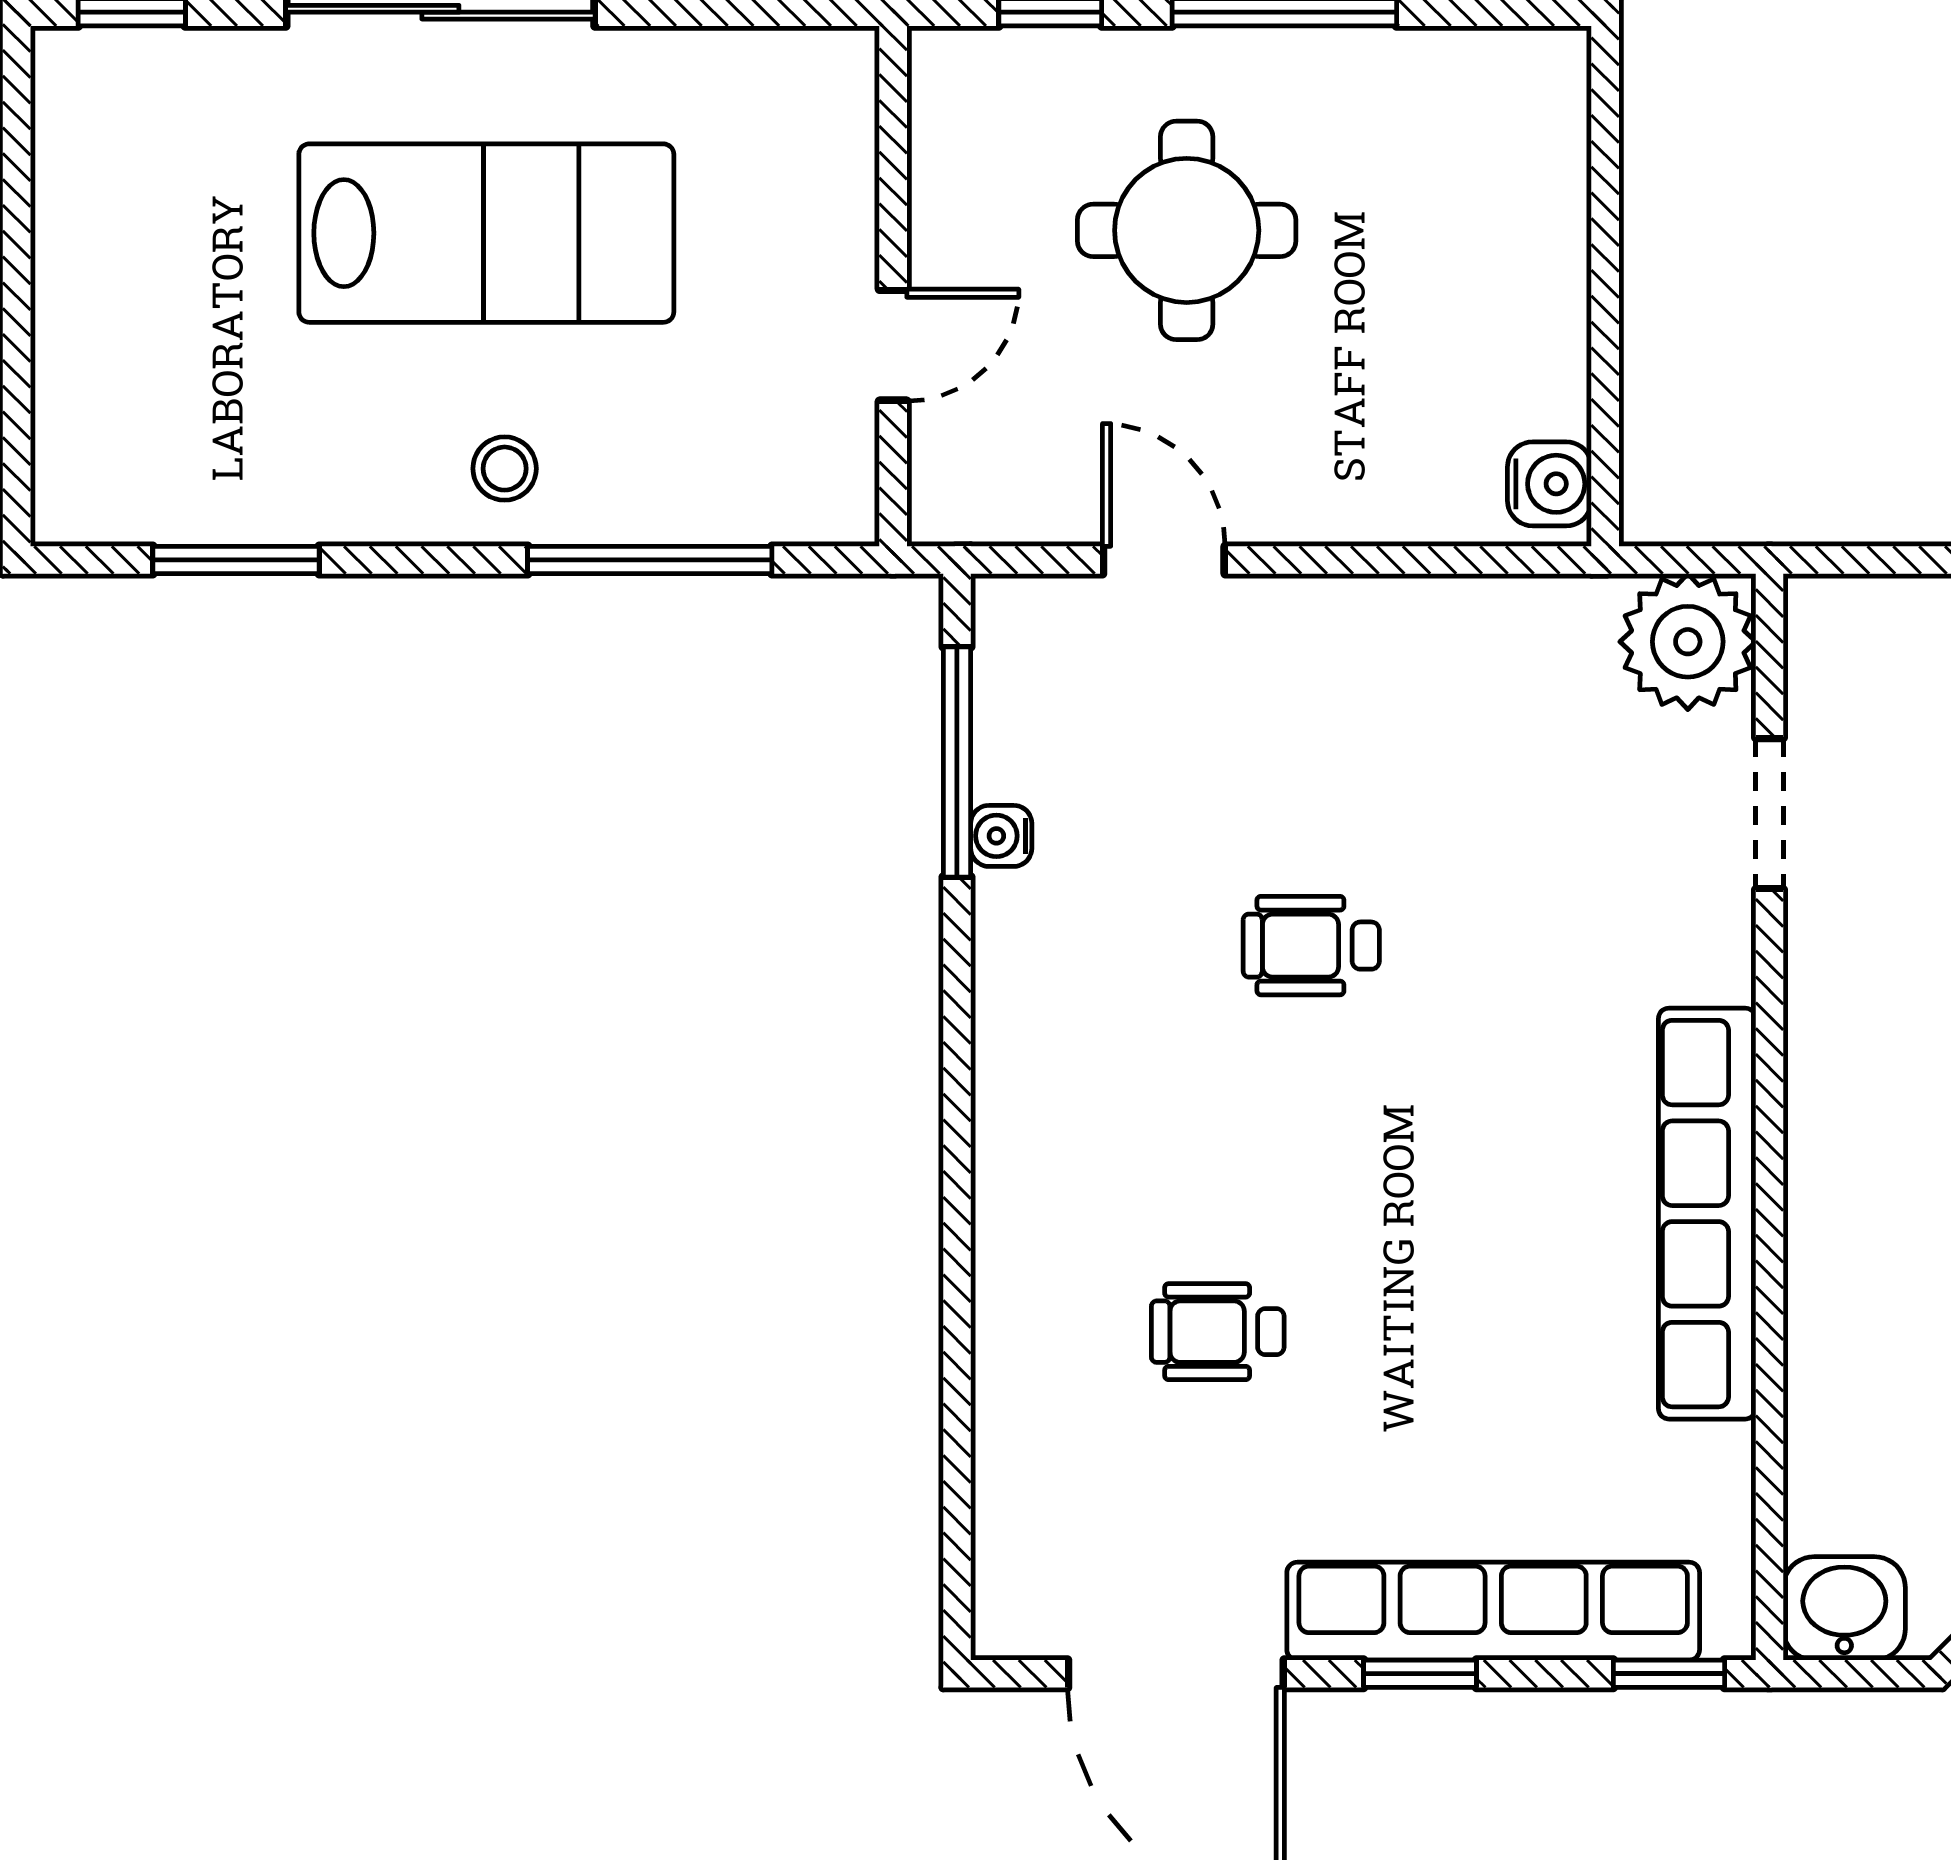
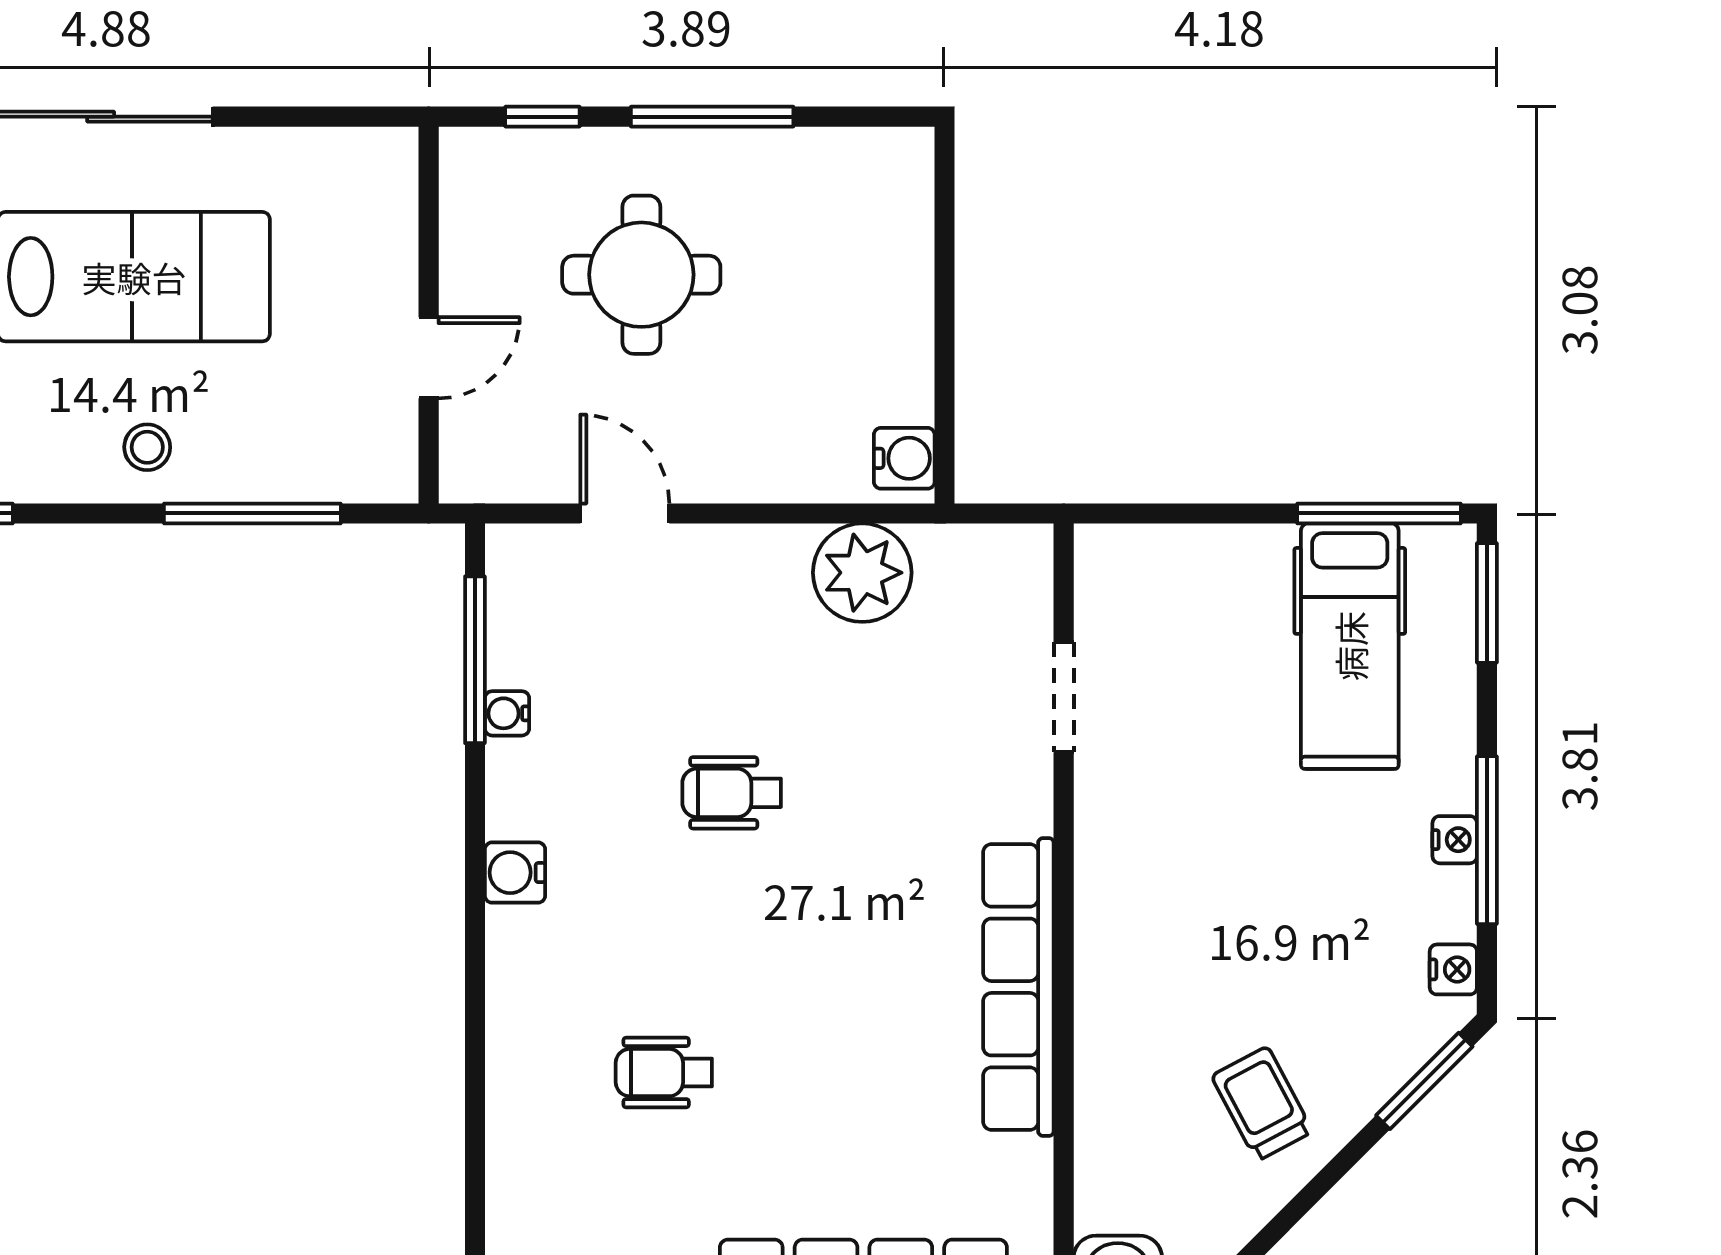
plant: (1688, 642) -> (862, 573), moved
water cooler: (1012, 1056) -> (515, 873), added

